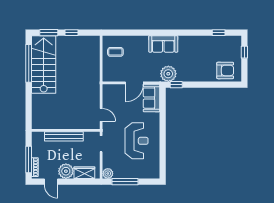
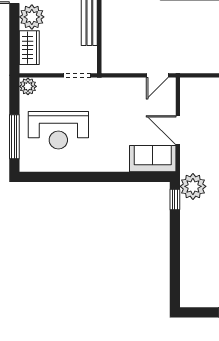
armchair: (225, 70) -> (198, 280), removed
door: (101, 115) -> (157, 75), moved
reception desk: (137, 141) -> (58, 130), moved
window: (125, 182) -> (14, 137), moved

